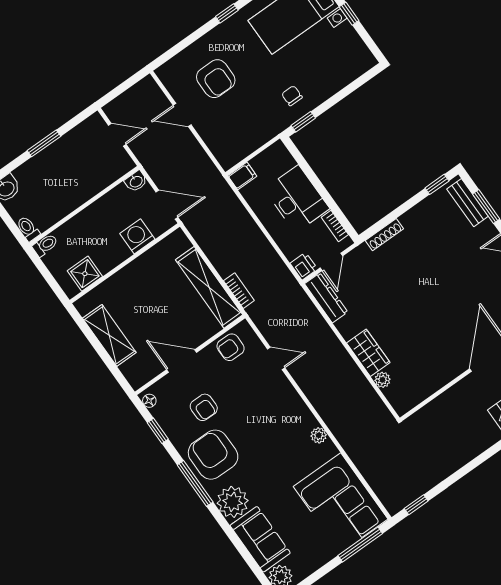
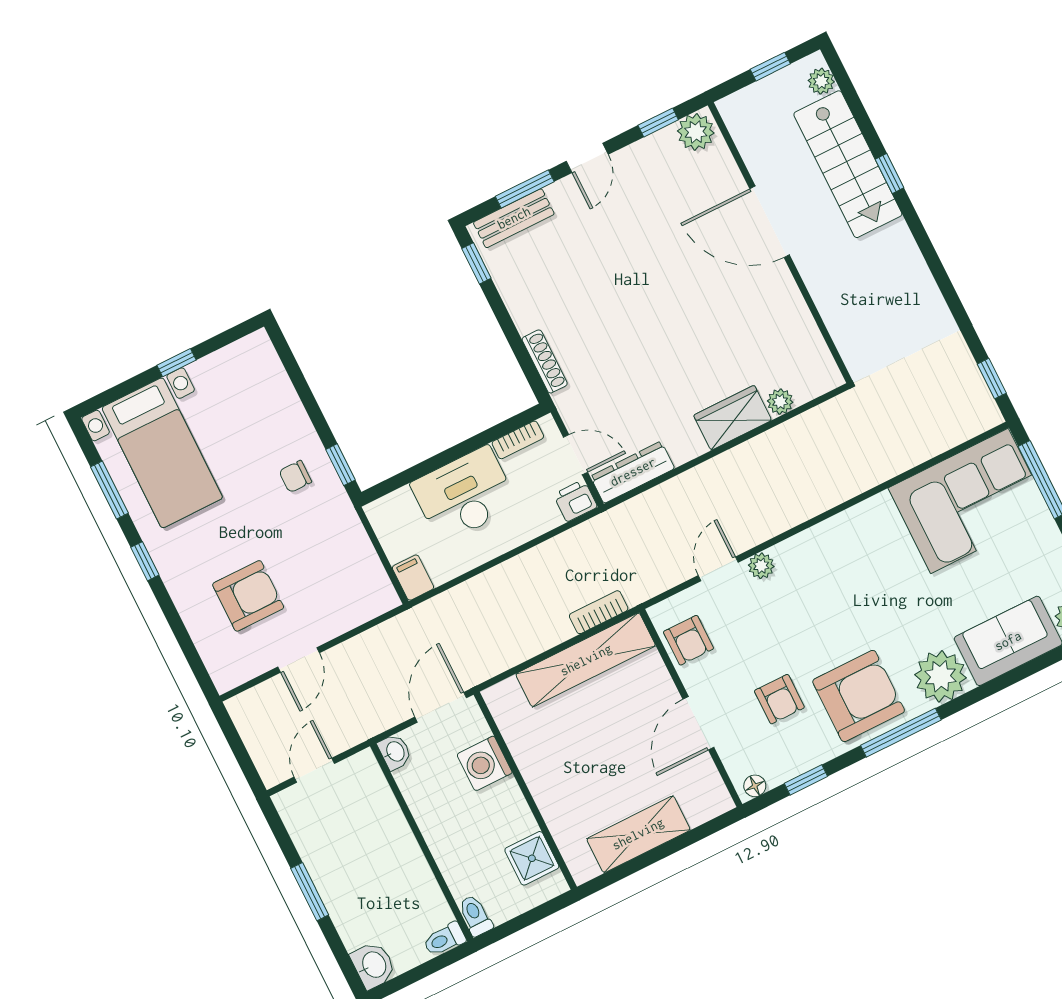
armchair: (204, 407) -> (779, 699), turned 90
plant: (319, 435) -> (761, 566), moved
armchair: (213, 455) -> (859, 696), turned 180

